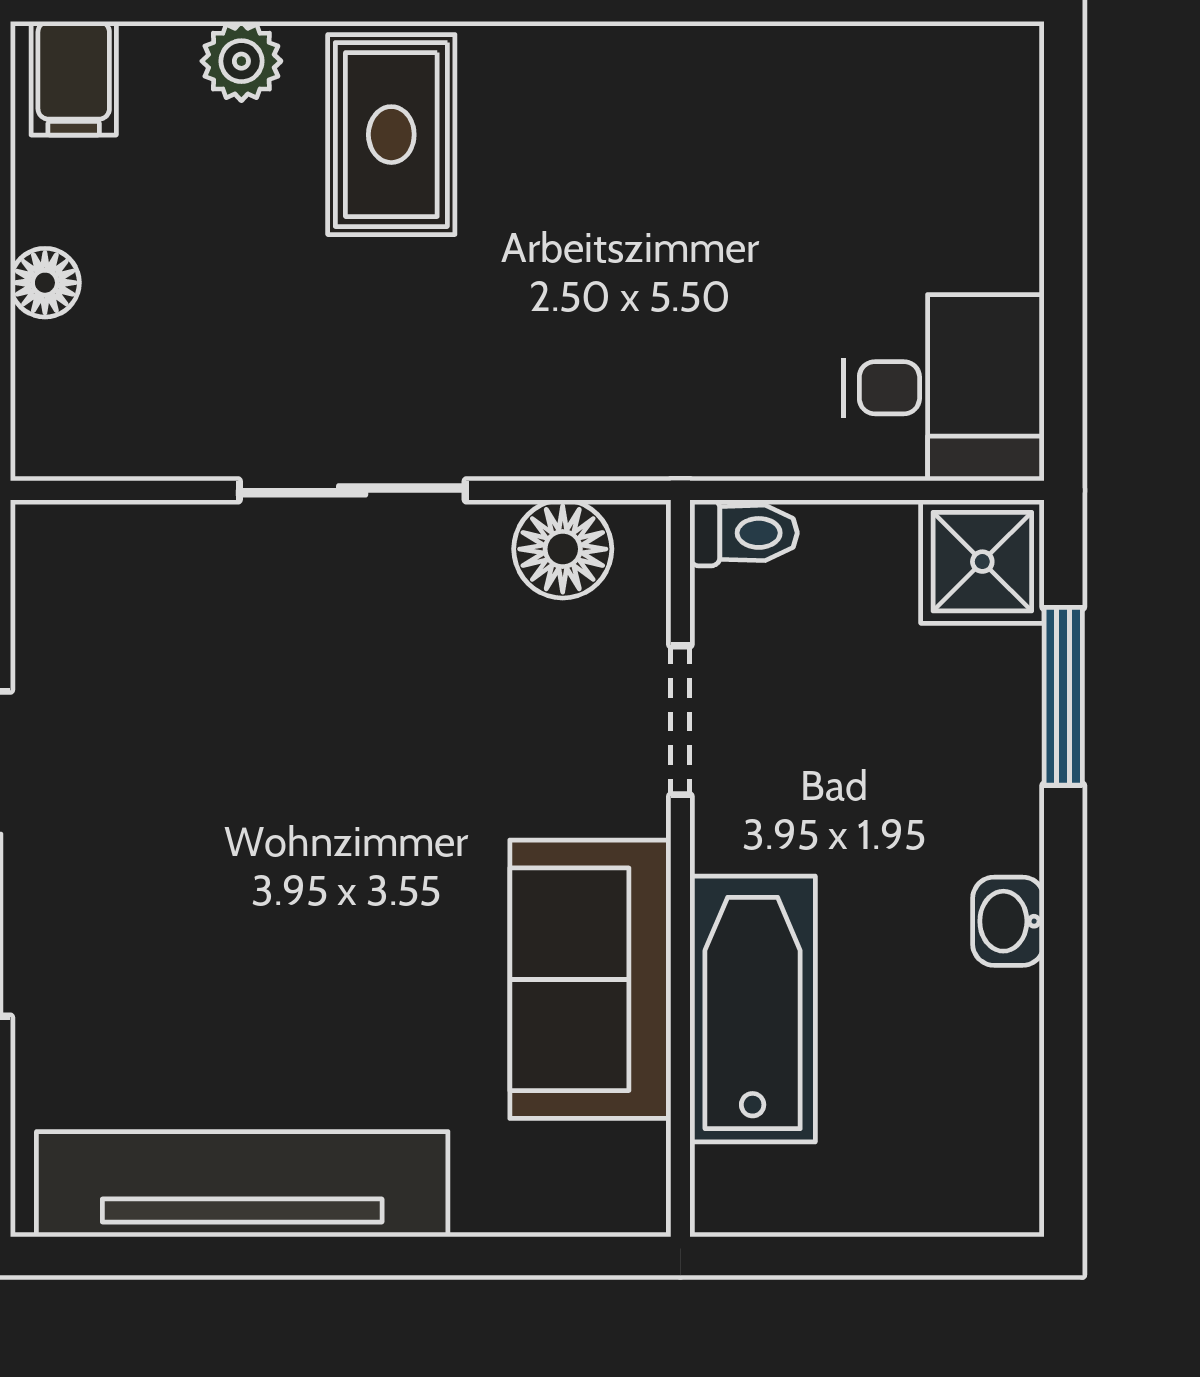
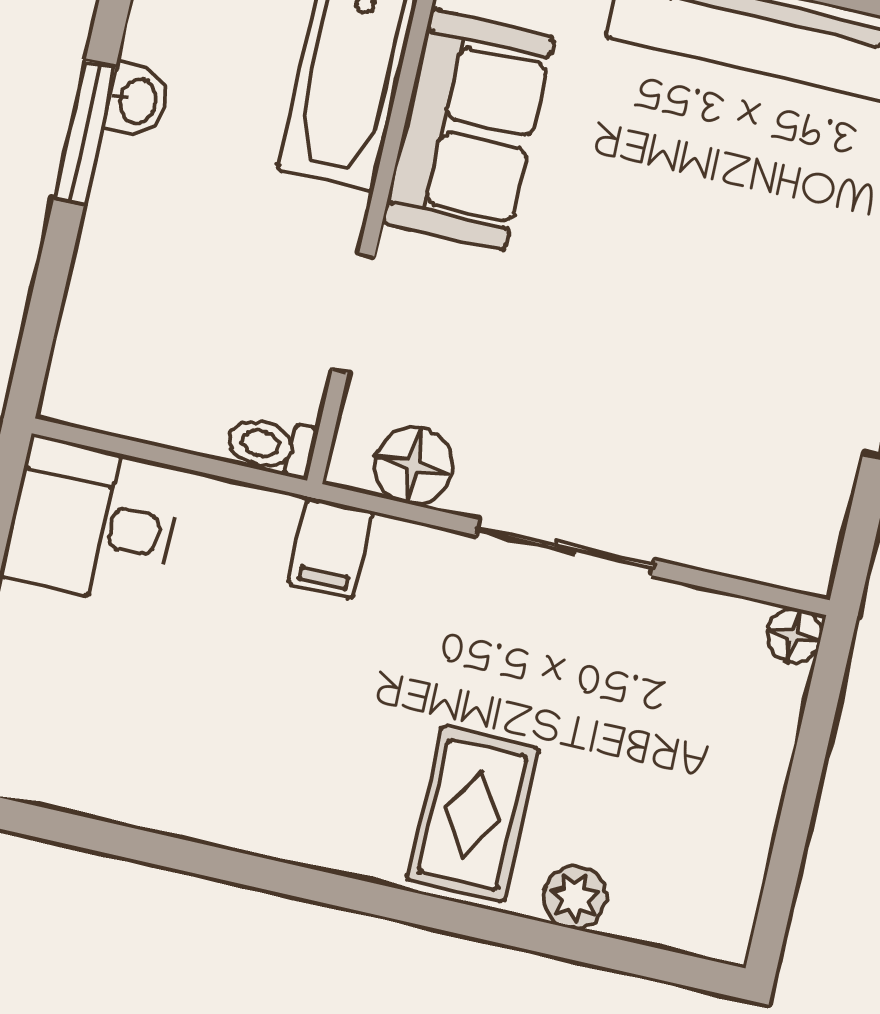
filing cabinet: (74, 78) -> (331, 548), moved, turned 180
floor lamp: (45, 283) -> (794, 636), moved
shower: (982, 562) -> (93, 382), removed
window: (1063, 696) -> (85, 133), moved

